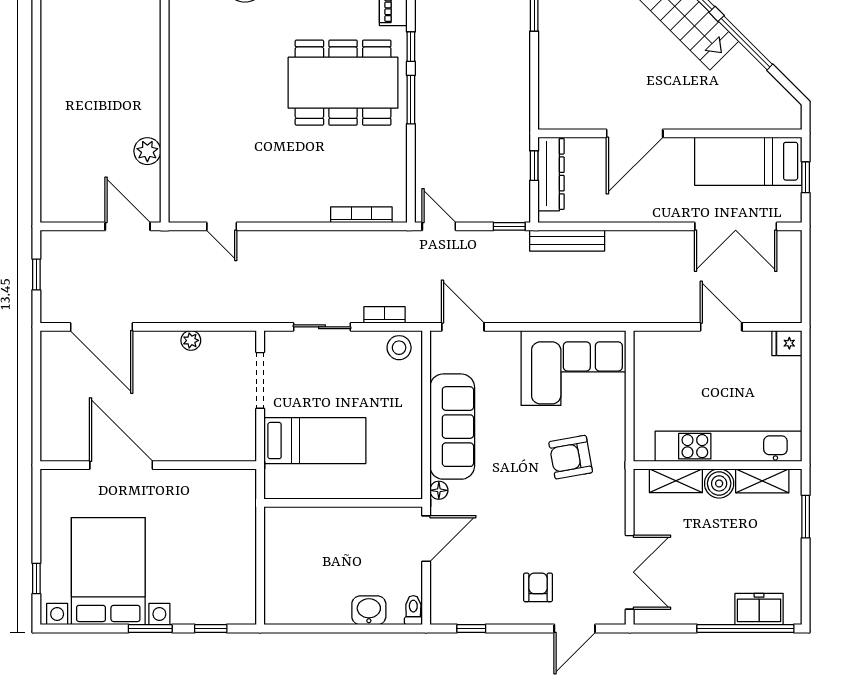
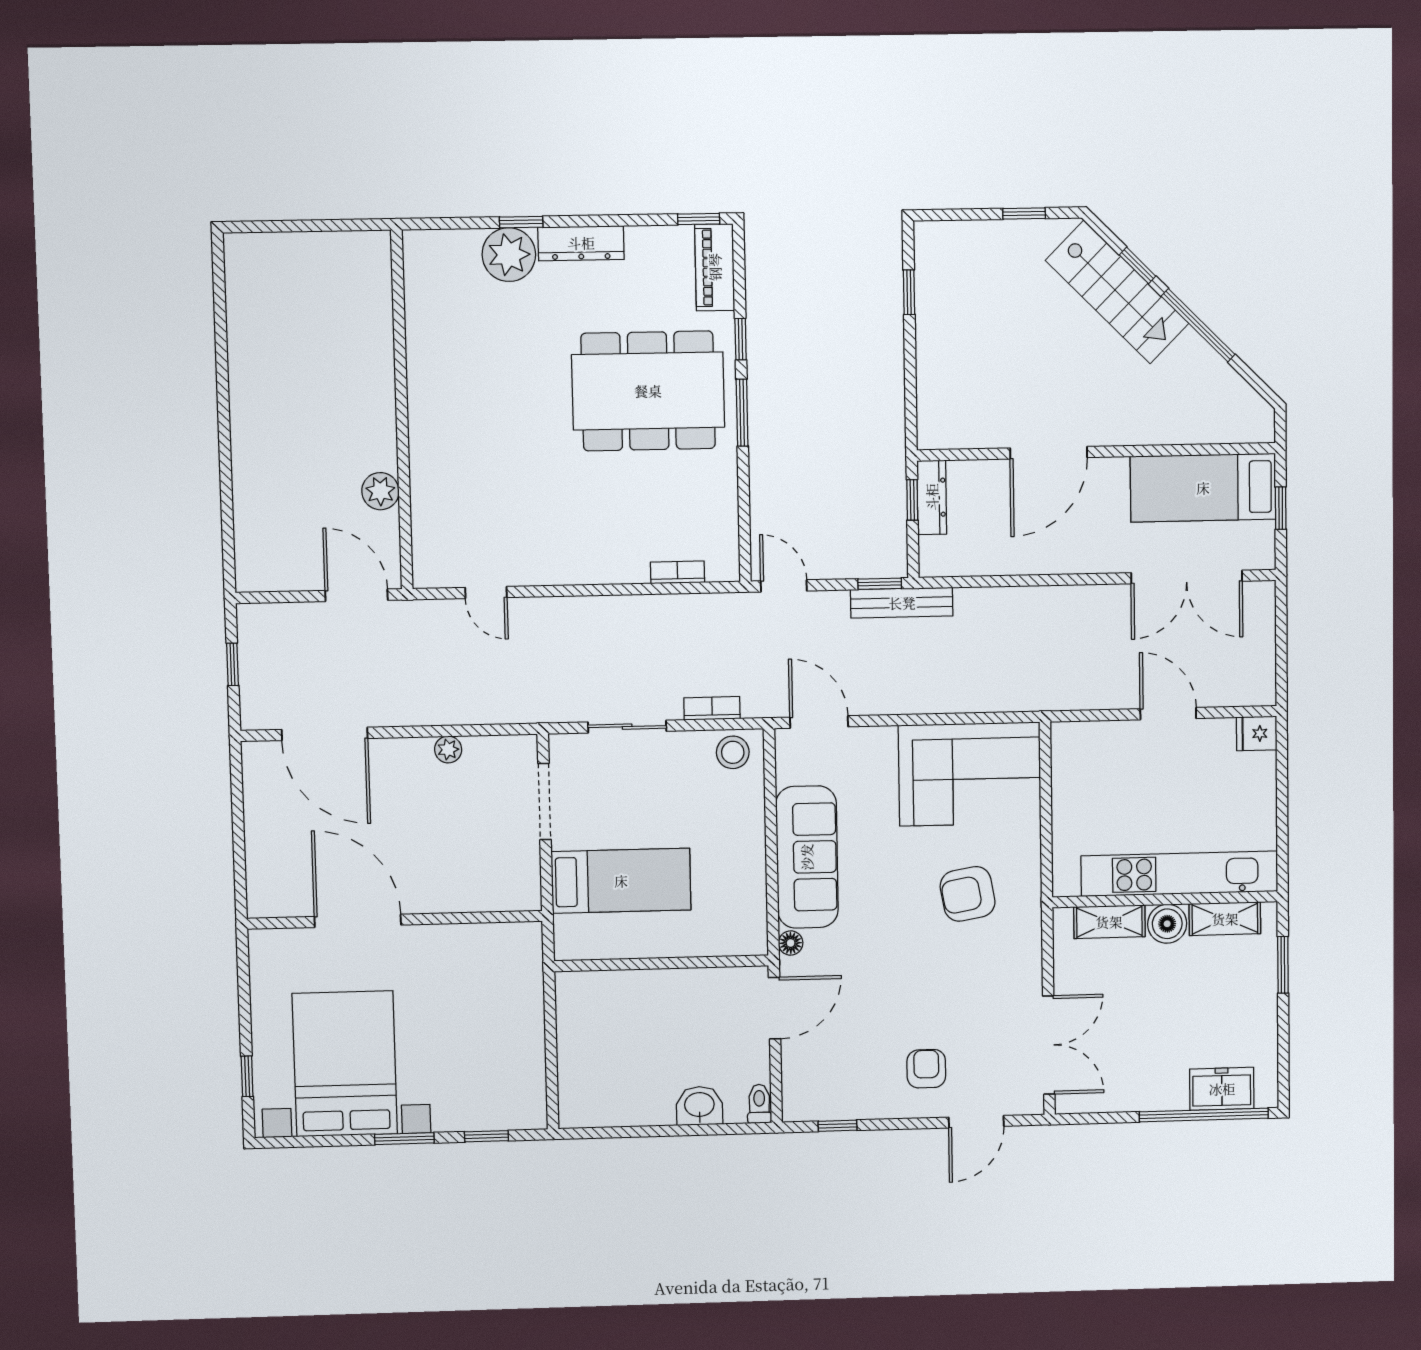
dresser: (551, 174) -> (932, 497), width x0.73, depth x0.80
bookcase: (361, 215) -> (677, 572), width x0.64
bench: (567, 241) -> (902, 603), moved

